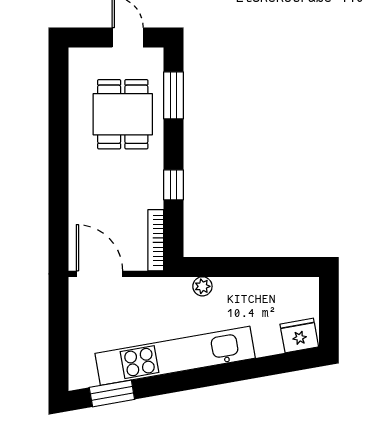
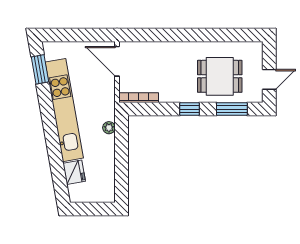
window: (173, 185) -> (189, 109), moved
door: (99, 274) -> (117, 61), swing flipped
fridge: (299, 335) -> (74, 172), moved

